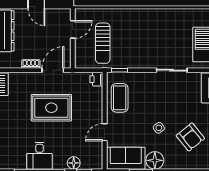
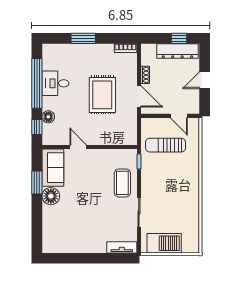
printer: (96, 79) -> (130, 139), removed
coffee table: (120, 98) -> (122, 183), moved, turned 90
side table: (159, 128) -> (83, 200), removed
armchair: (190, 137) -> (74, 231), removed

